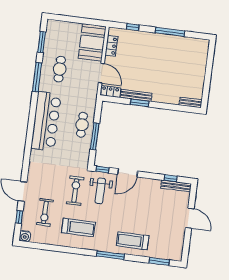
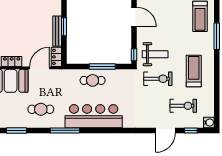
window: (37, 77) -> (65, 130), moved
door: (127, 173) -> (134, 17), moved
exercise bike: (75, 191) -> (158, 79), turned 180

